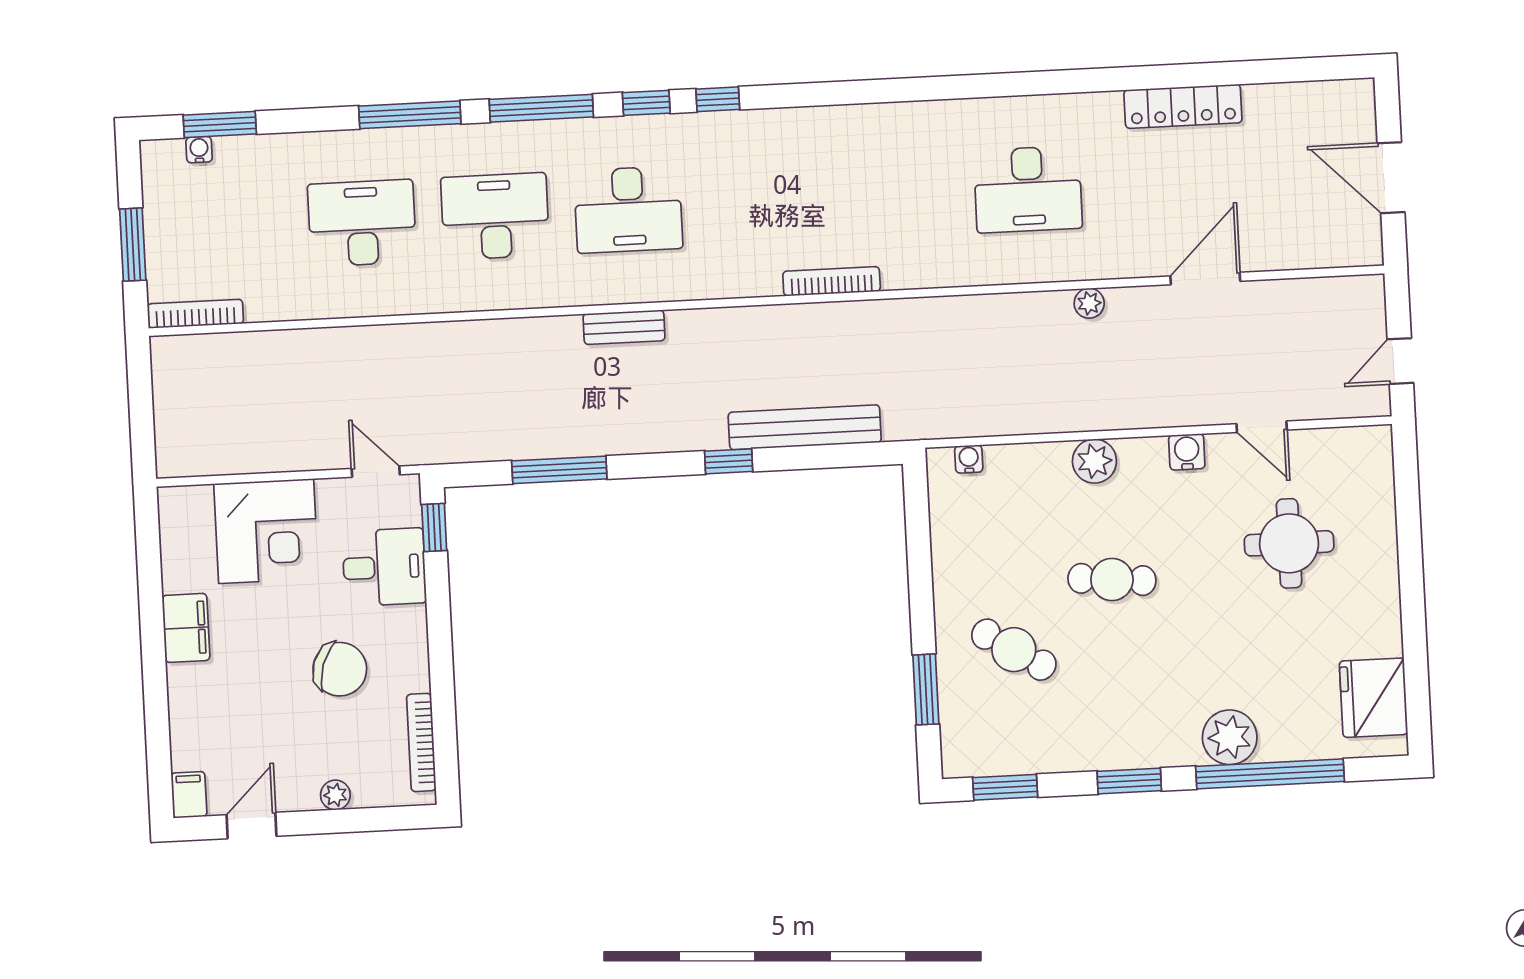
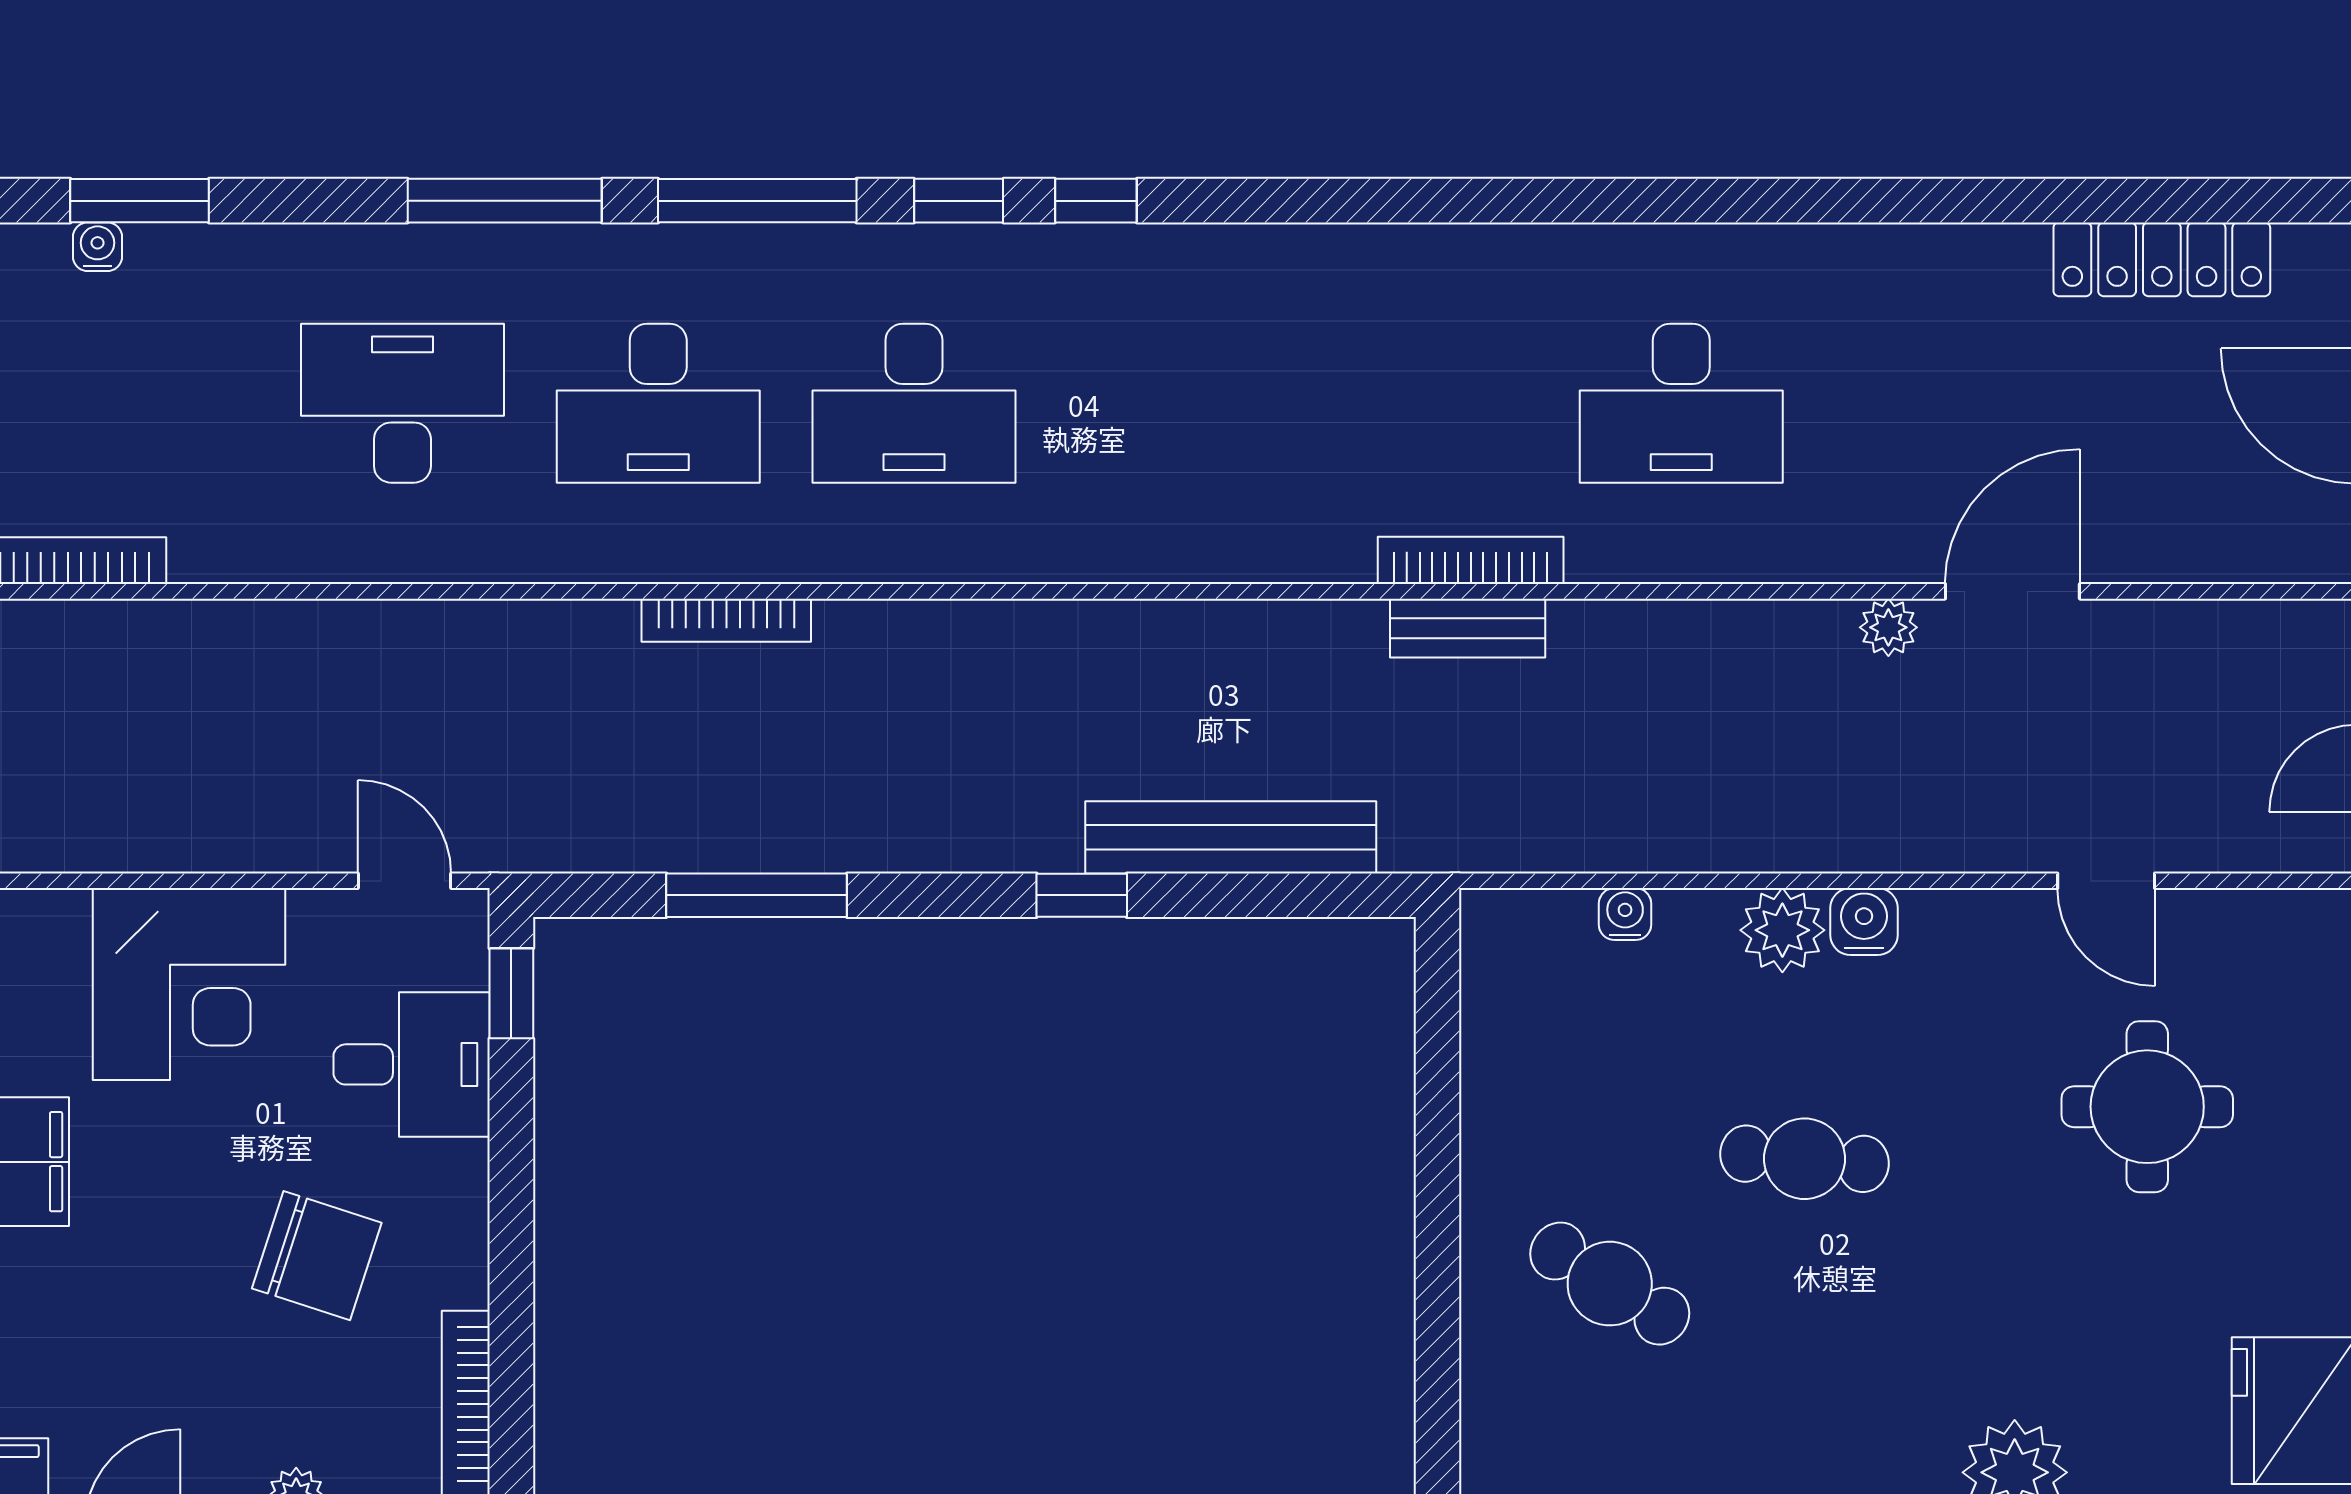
locker: (1183, 106) -> (2162, 259), moved
desk: (495, 216) -> (658, 403), turned 180
bookcase: (832, 281) -> (1471, 560), moved
plant: (1089, 303) -> (1888, 627), moved
bench: (624, 327) -> (1468, 628), moved
bookcase: (536, 328) -> (726, 620), added
water cooler: (1187, 452) -> (1864, 922), moved
water cooler: (969, 459) -> (1625, 914), moved
window: (926, 689) -> (1437, 1351), removed

